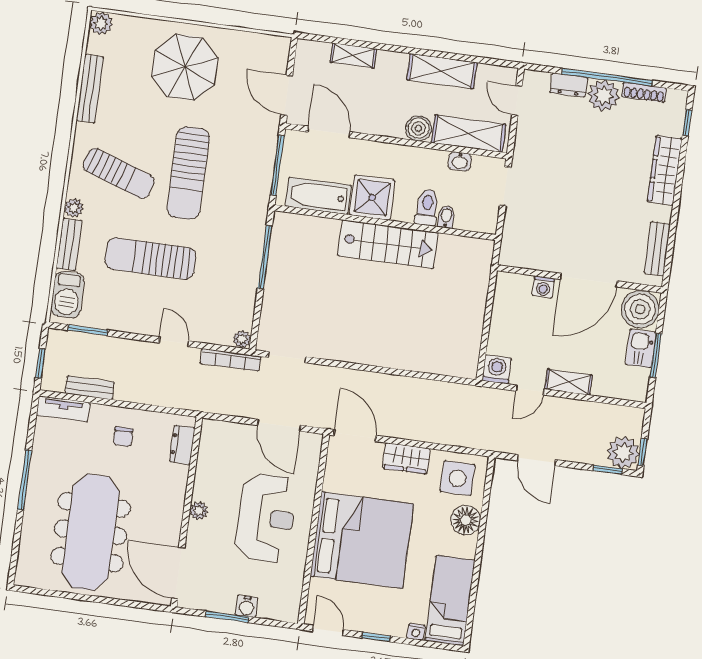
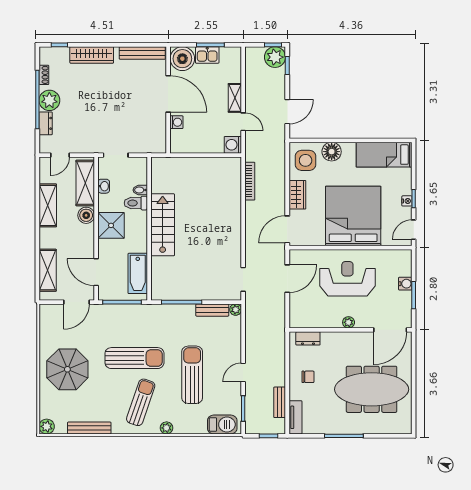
shelving: (353, 56) -> (48, 270), width x1.50, depth x1.33
shoe rack: (644, 92) -> (44, 75), width x0.70
door: (329, 132) -> (96, 272), hinge flipped
shower: (372, 197) -> (111, 225), moved
bench: (69, 244) -> (212, 310), moved
bench: (657, 249) -> (142, 53), width x1.36
sun lounger: (150, 258) -> (192, 375), turned 180
door: (174, 342) -> (243, 372), moved
bookcase: (230, 360) -> (250, 181), moved
nightstand: (416, 632) -> (407, 201), moved

